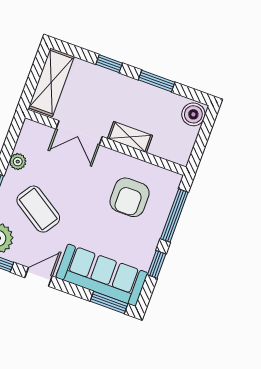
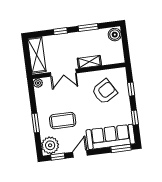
plant: (18, 162) -> (38, 83), moved
armchair: (130, 197) -> (104, 92), turned -121
coffee table: (38, 209) -> (63, 121), turned -33
window: (174, 216) -> (131, 89), width x0.46

